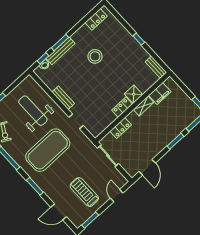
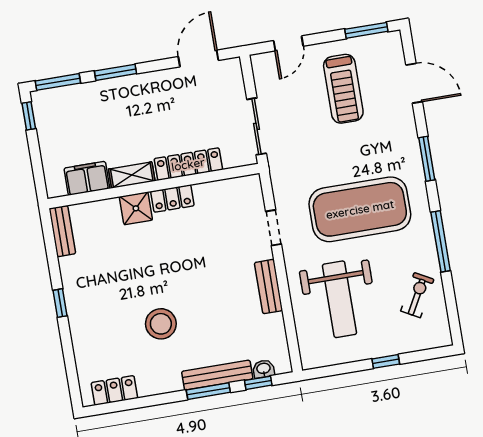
locker: (121, 128) -> (188, 164), width x1.53

